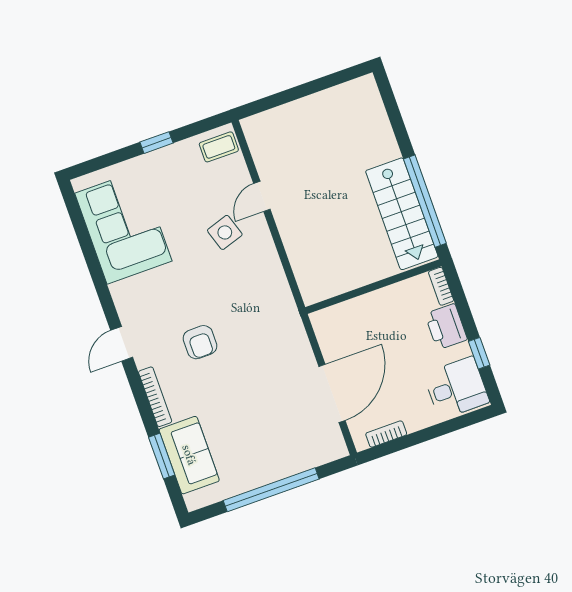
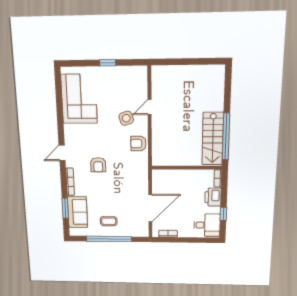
coffee table: (219, 147) -> (109, 221), moved
armchair: (264, 273) -> (138, 144), added

